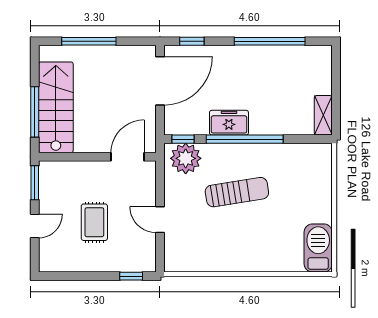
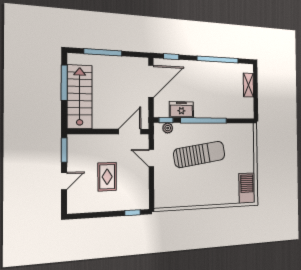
window: (35, 112) -> (64, 83), moved
shelving: (323, 115) -> (248, 85), moved
freezer: (229, 123) -> (181, 110), moved
plant: (186, 158) -> (168, 128), width x0.53, depth x0.53
sun lounger: (237, 192) -> (200, 154), width x1.36, depth x1.34
door: (160, 220) -> (151, 158), moved

